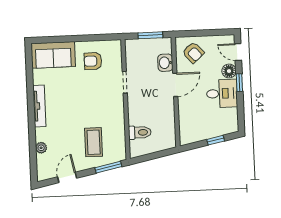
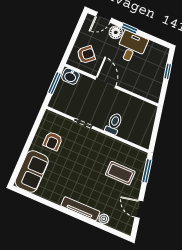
washbasin: (165, 63) -> (70, 76), moved
tv unit: (39, 106) -> (80, 209), moved
toilet: (140, 132) -> (114, 124), moved

